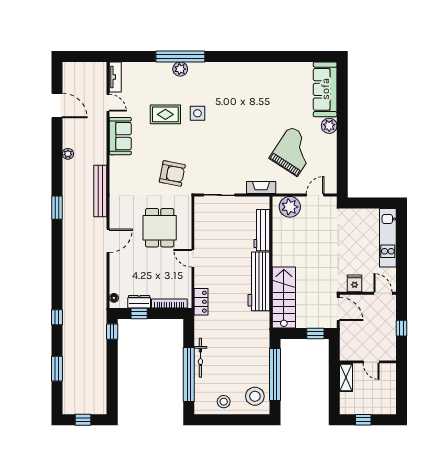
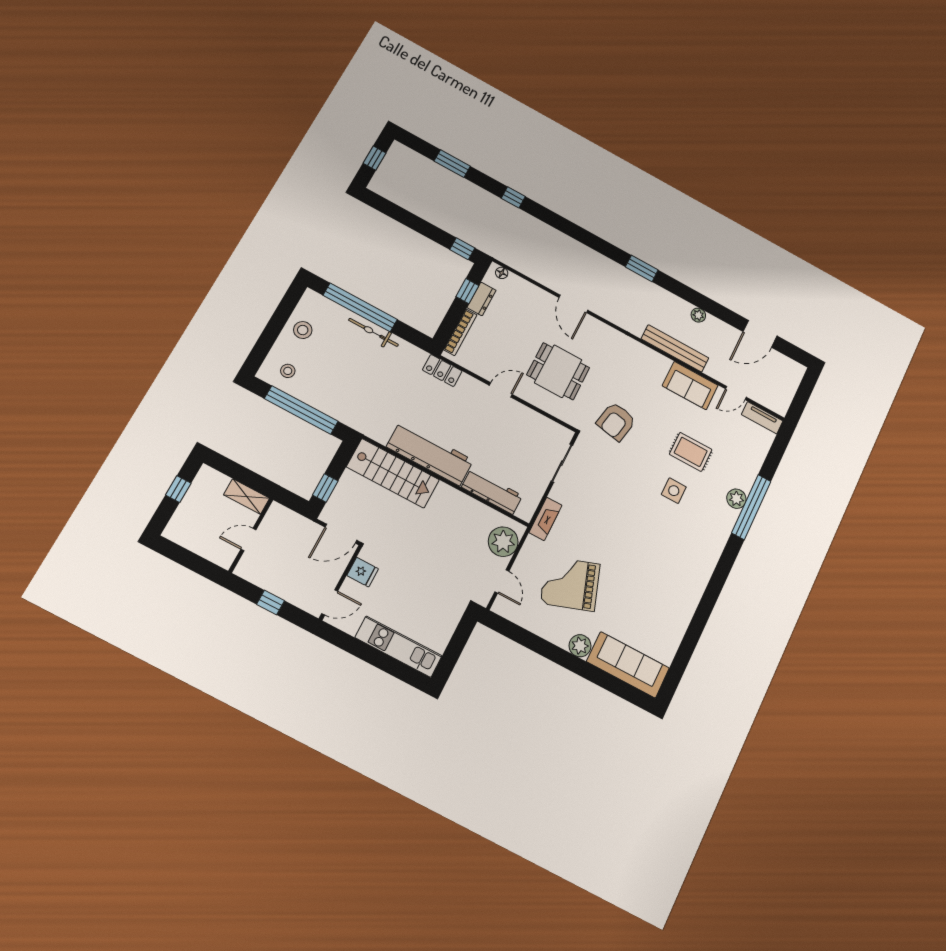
rug: (165, 114) -> (691, 452), turned 90
grand piano: (294, 151) -> (570, 584), turned 128
bench: (100, 191) -> (675, 348), moved
stool: (255, 396) -> (288, 371), width x0.53, depth x0.53

